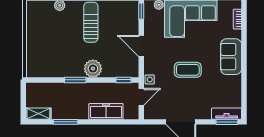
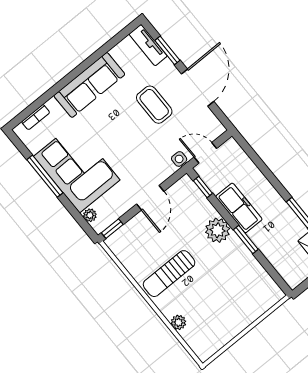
sofa: (231, 57) -> (89, 85), width x1.36
coffee table: (188, 70) -> (154, 105), moved
freezer: (106, 111) -> (239, 208), moved, turned 180
window: (227, 122) -> (167, 50), moved

